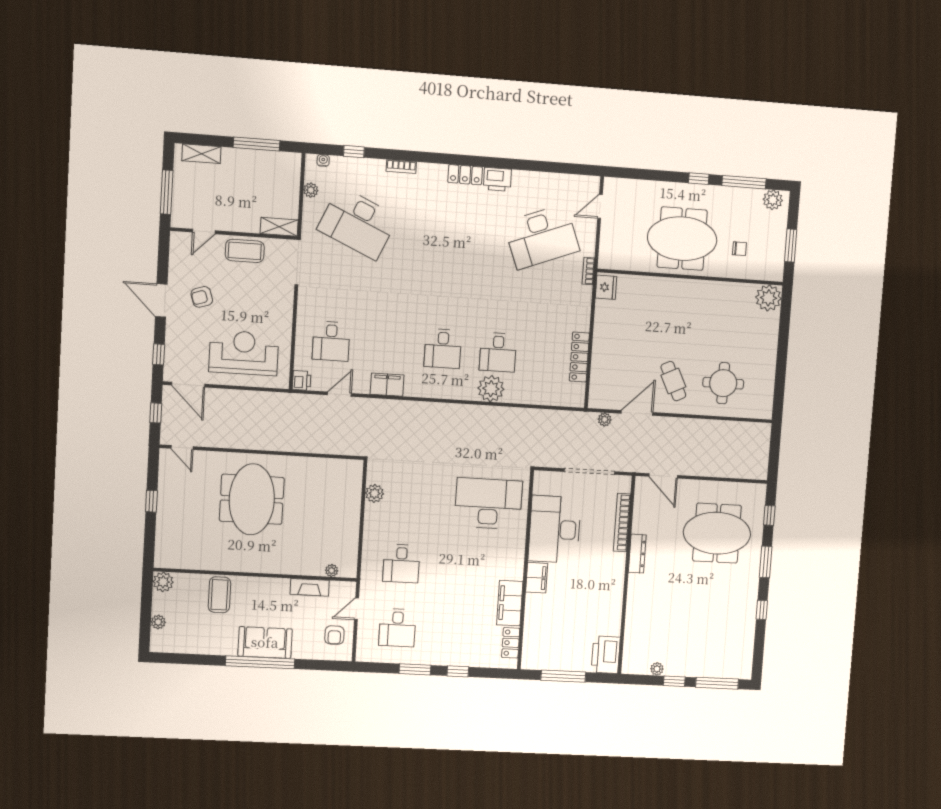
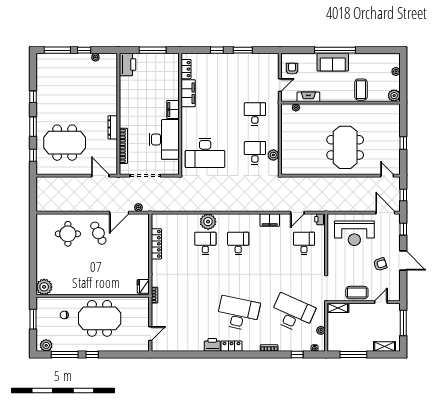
desk: (542, 237) -> (238, 313), moved, turned 33
desk: (397, 628) -> (255, 153), moved

